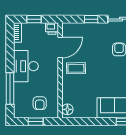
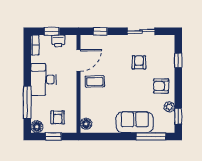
window: (91, 19) -> (100, 31), moved
printer: (52, 29) -> (58, 41), moved
floor lamp: (19, 112) -> (37, 127), added

